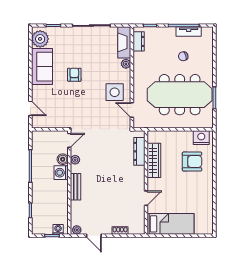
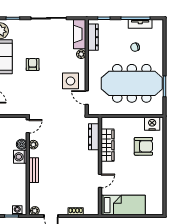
dresser: (139, 41) -> (93, 37), width x1.44

